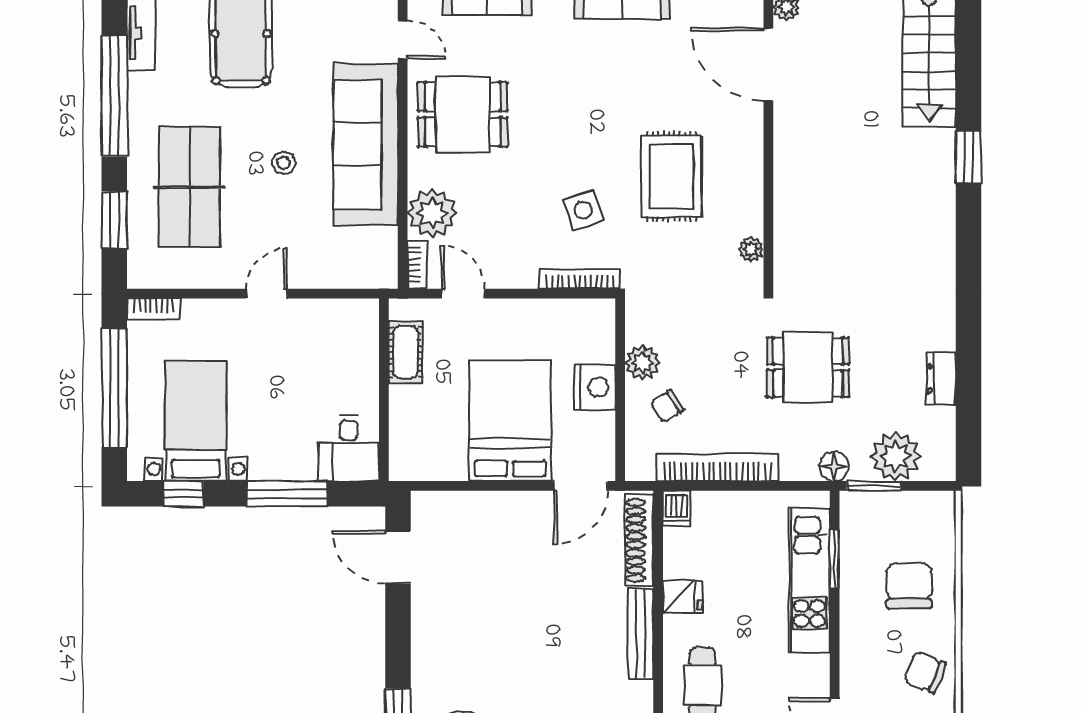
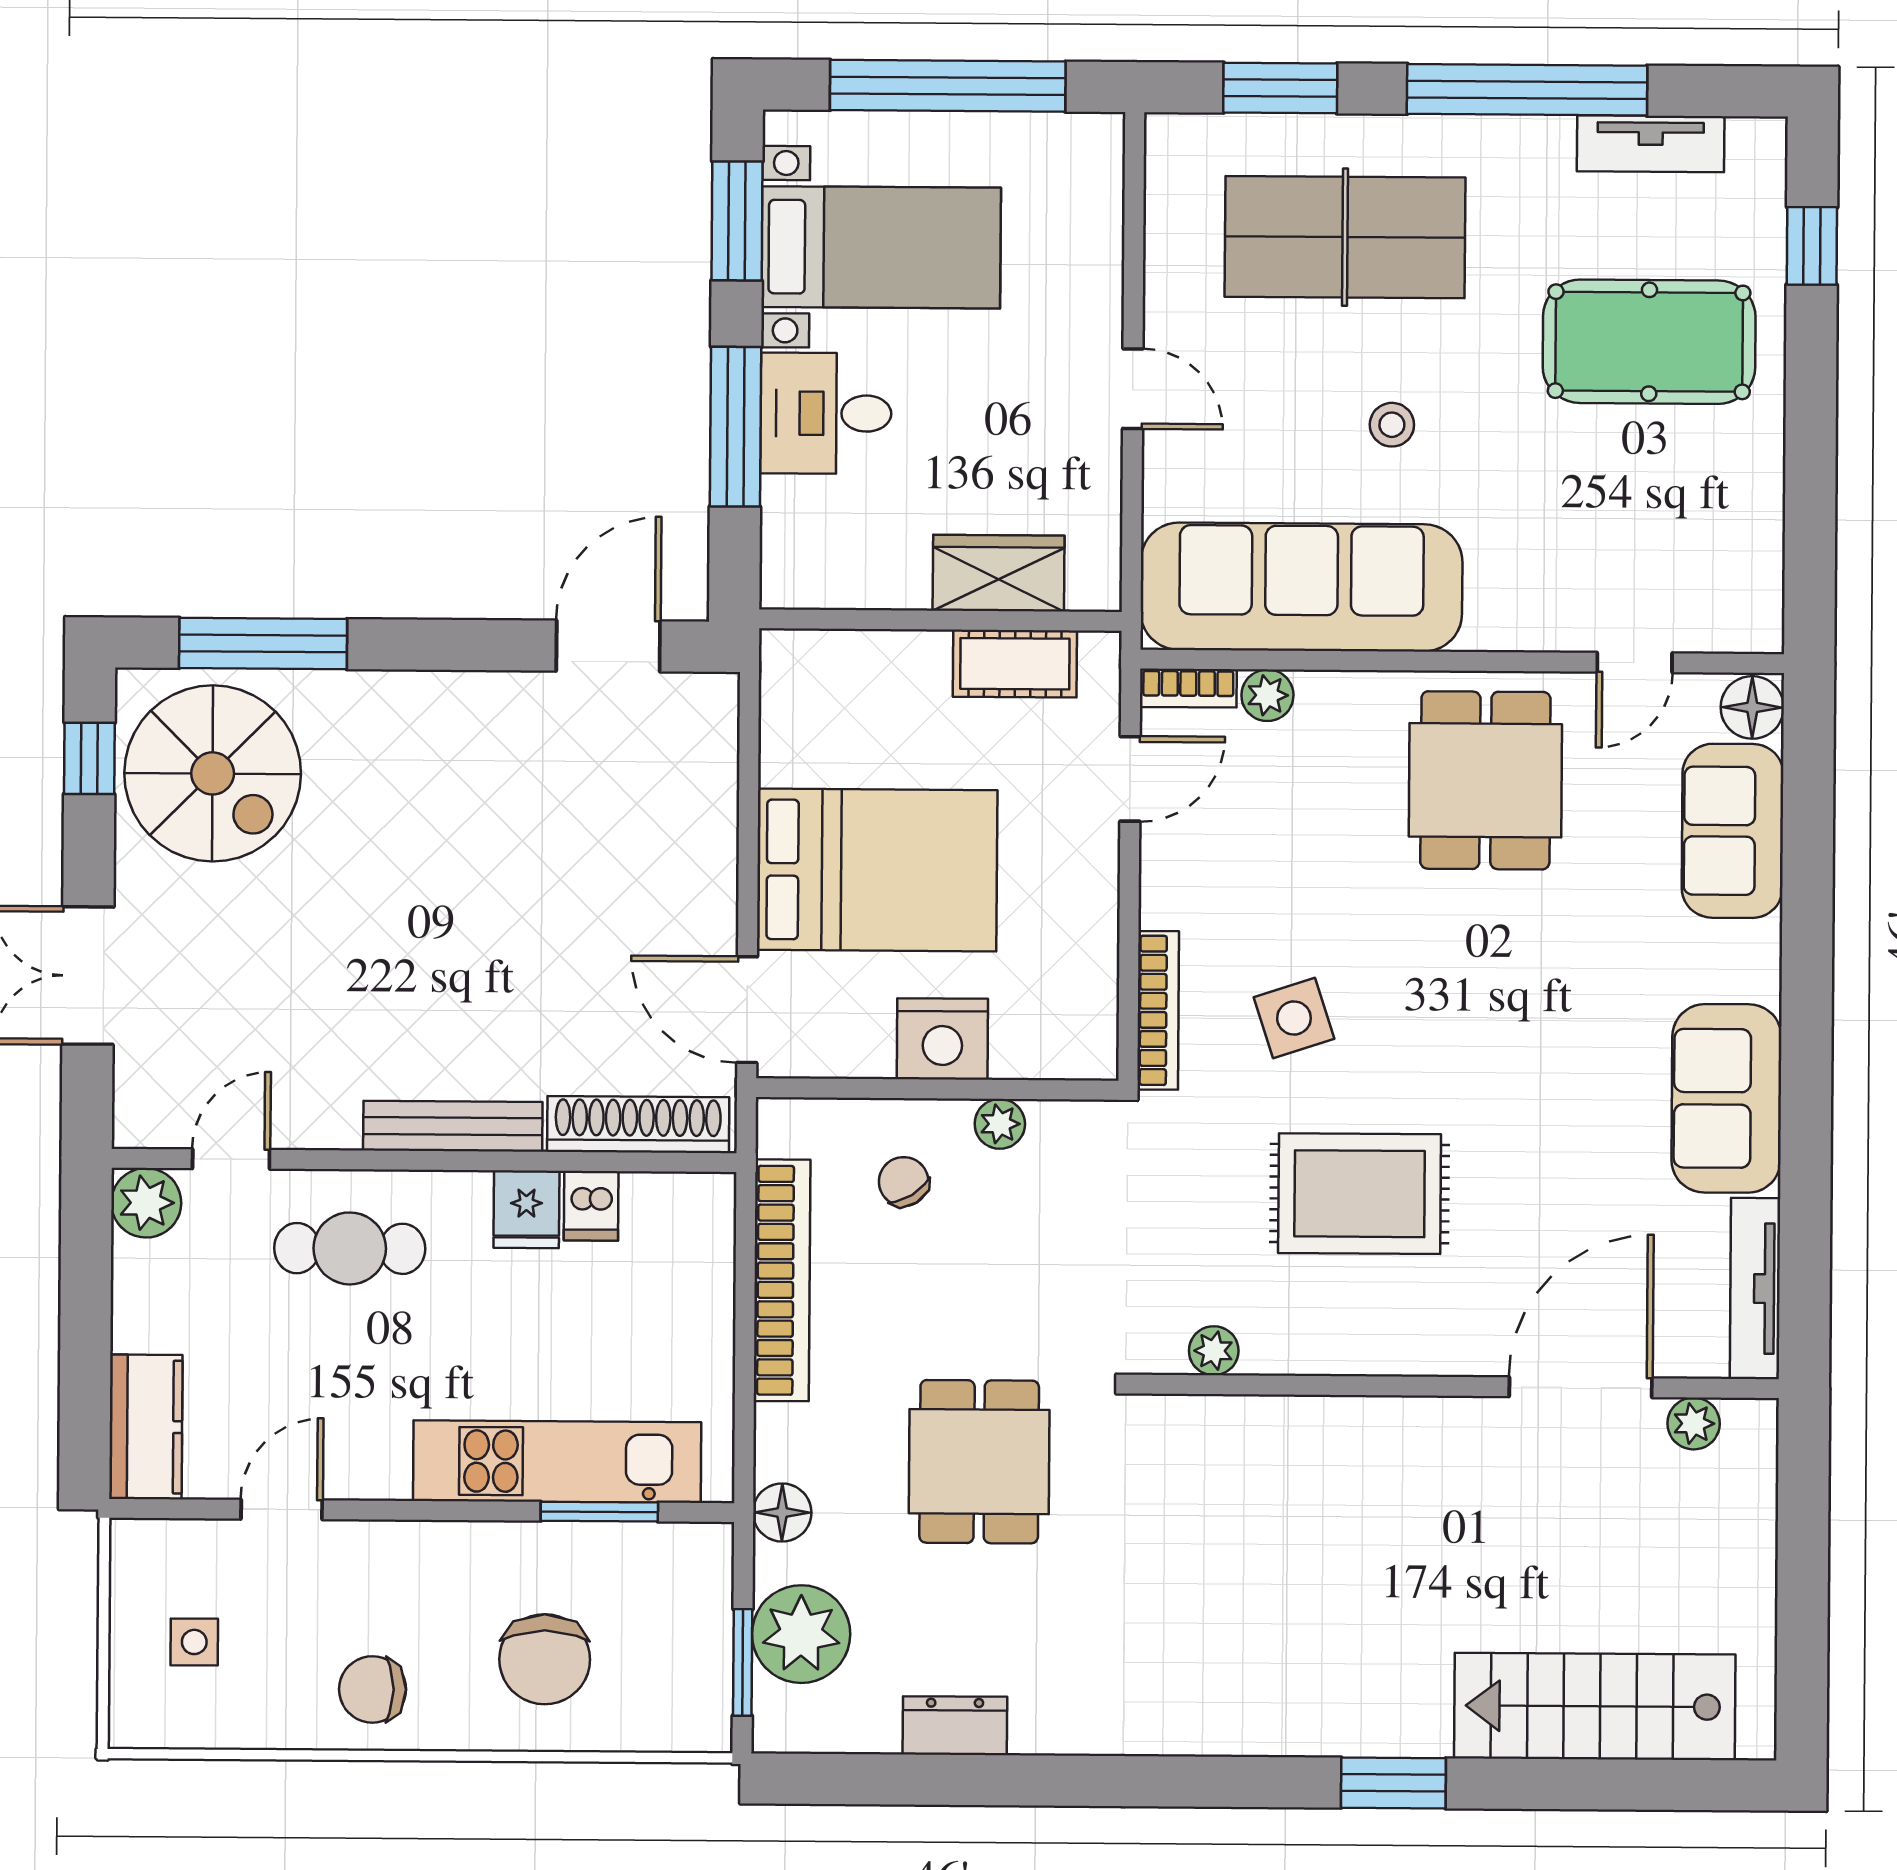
sofa: (366, 144) -> (1301, 587), moved
plant: (432, 213) -> (1267, 695), width x0.53, depth x0.53
bookcase: (153, 309) -> (1104, 164), removed
wardrobe: (360, 361) -> (999, 573), added
plant: (642, 363) -> (1000, 1124), width x0.73, depth x0.73
desk: (349, 448) -> (826, 413), moved
window: (874, 486) -> (743, 1662), moved
window: (183, 494) -> (737, 221), width x1.50
dishwasher: (676, 508) -> (591, 1206), moved, turned -90
chair: (909, 586) -> (545, 1659), turned 90
chair: (925, 672) -> (373, 1689), turned -112

